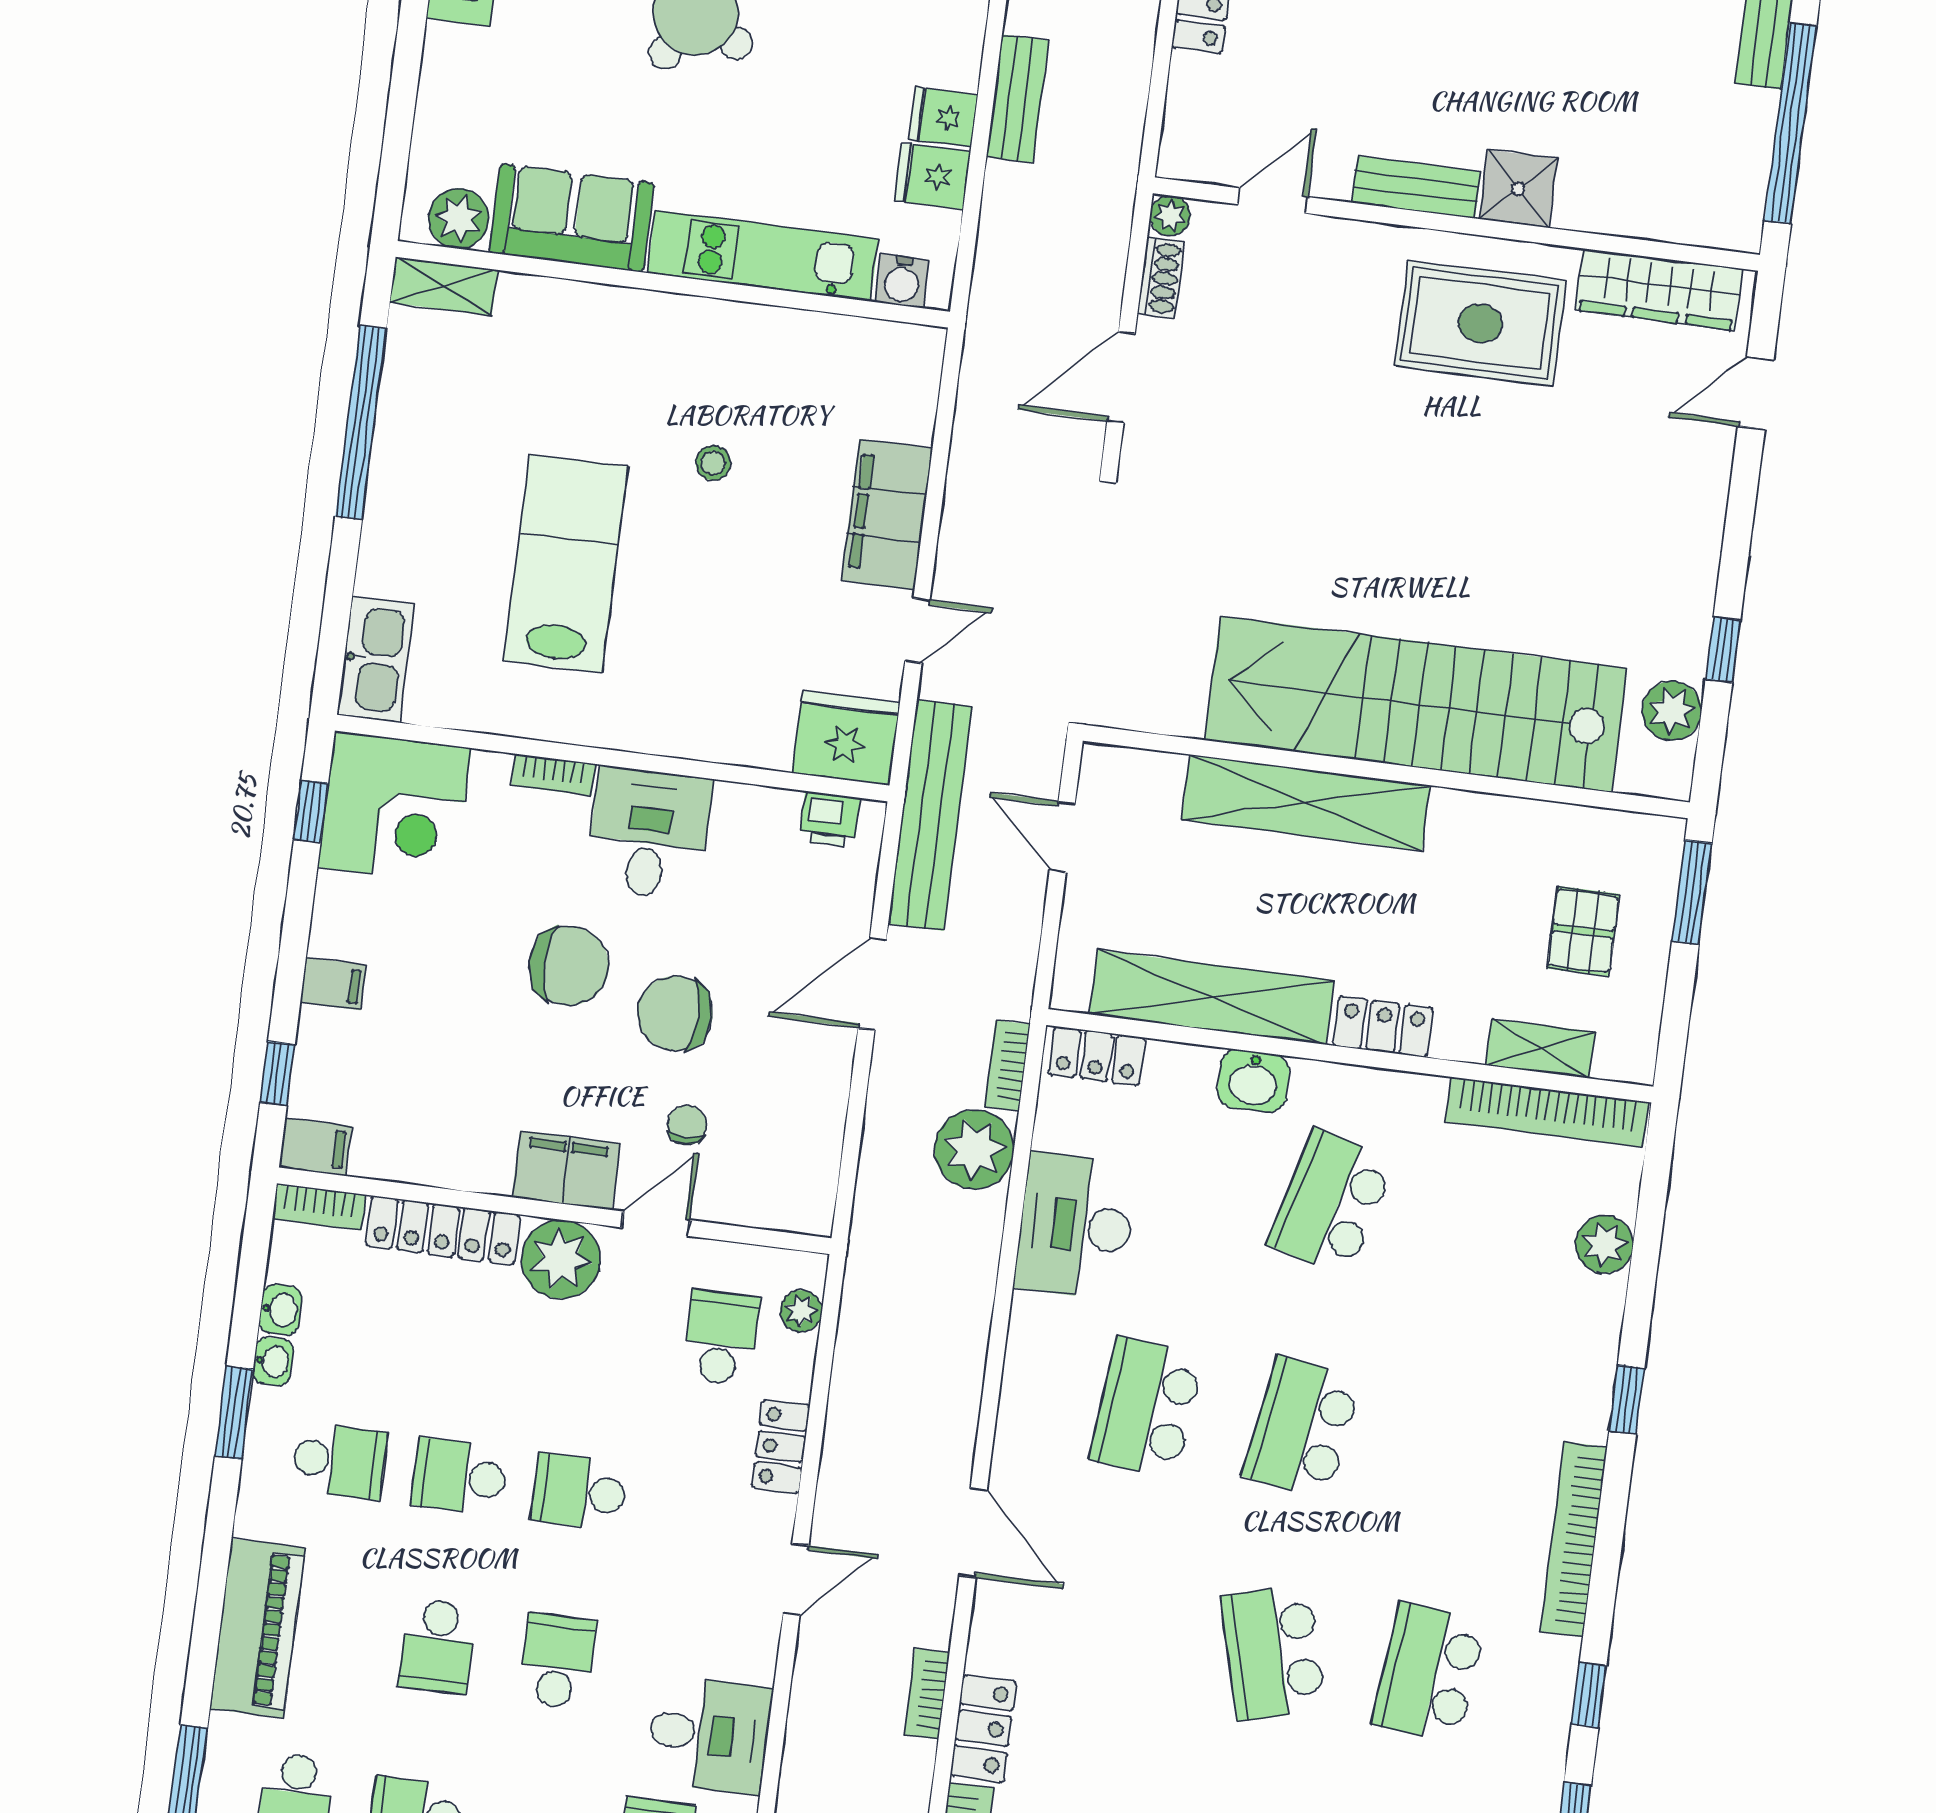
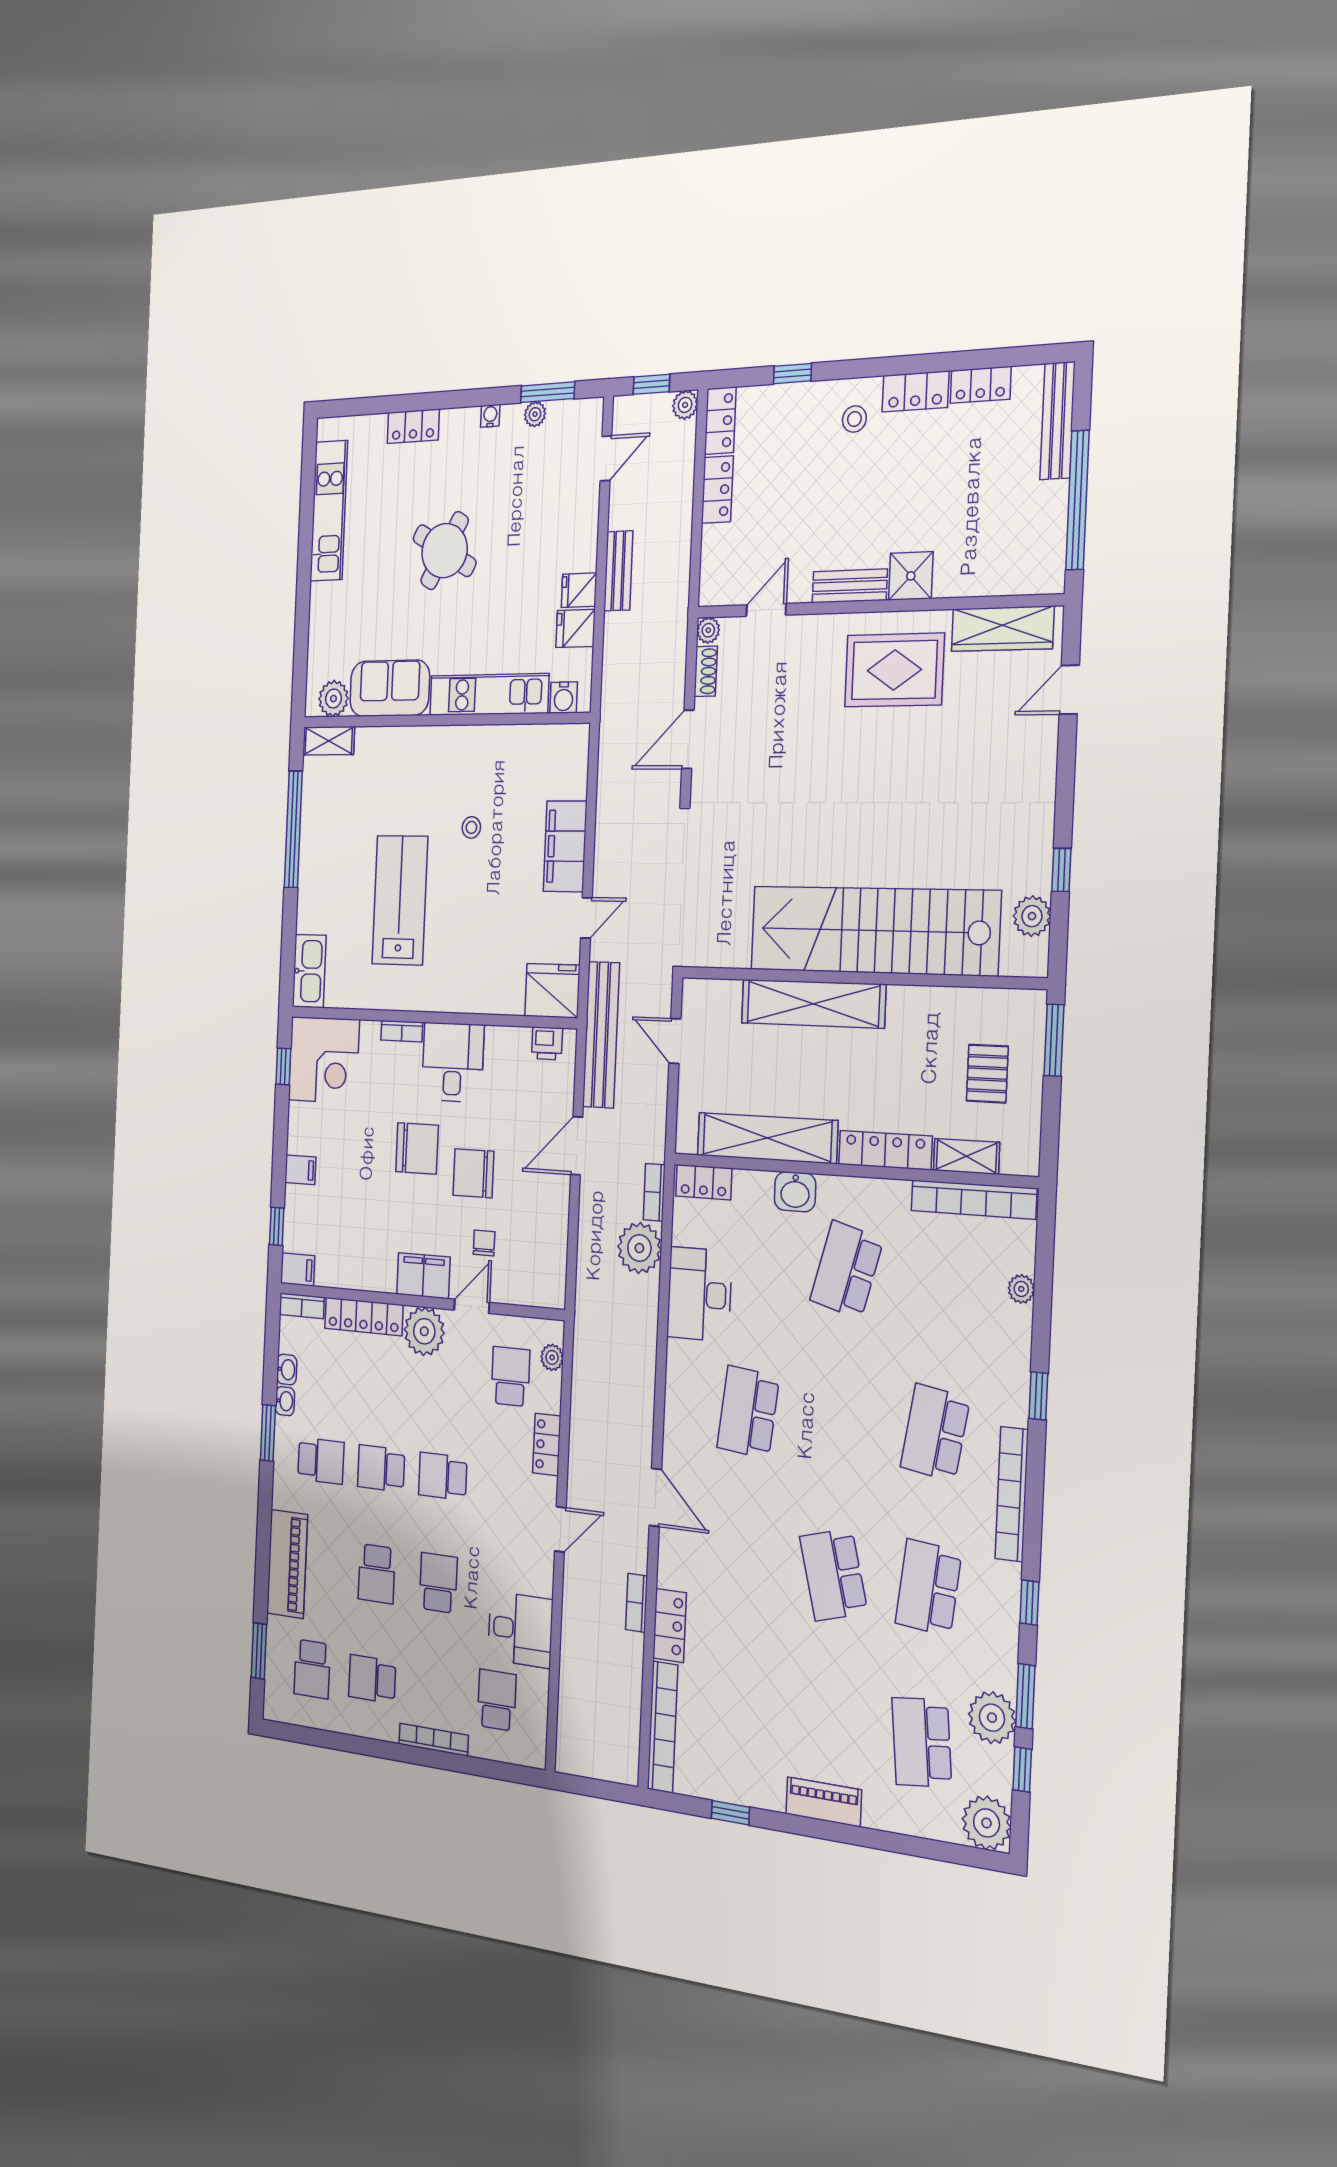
locker: (1383, 1027) -> (885, 1150), width x1.53
plant: (1604, 1244) -> (1021, 1289), width x0.73, depth x0.73
school desk: (1302, 1428) -> (935, 1433), moved

